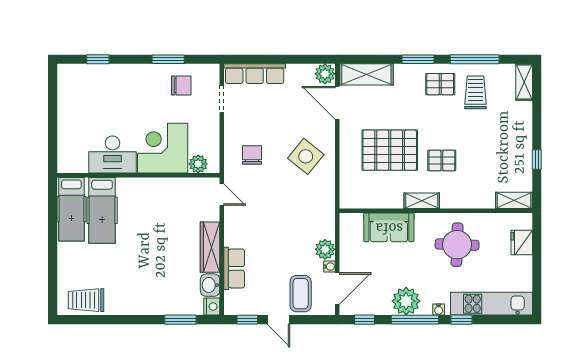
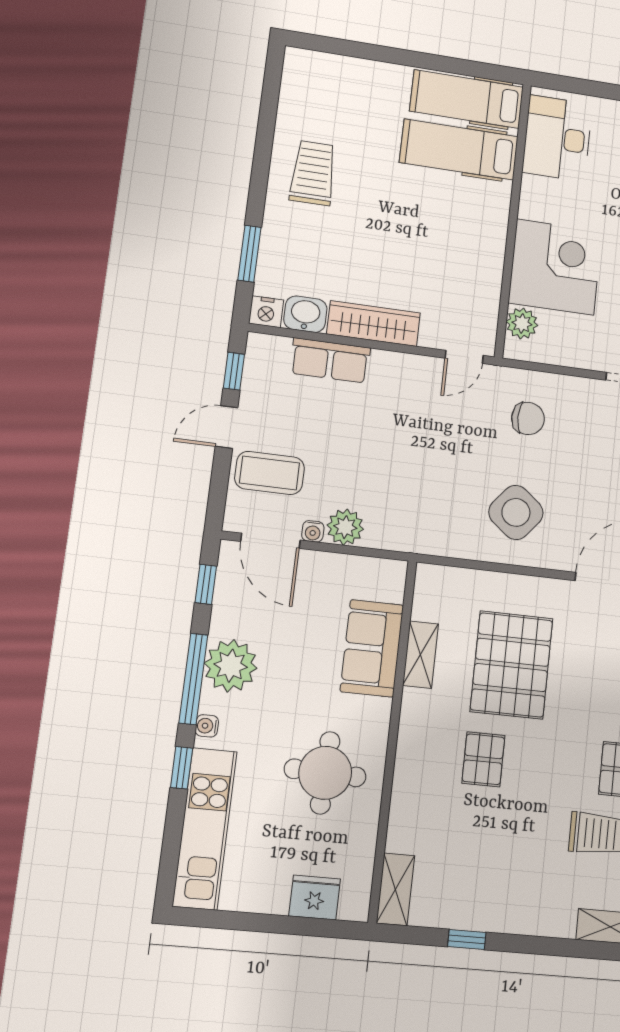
desk: (112, 155) -> (557, 138), moved
shelving: (422, 201) -> (421, 655), moved
trolley: (86, 300) -> (313, 173), moved

